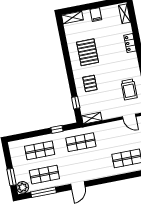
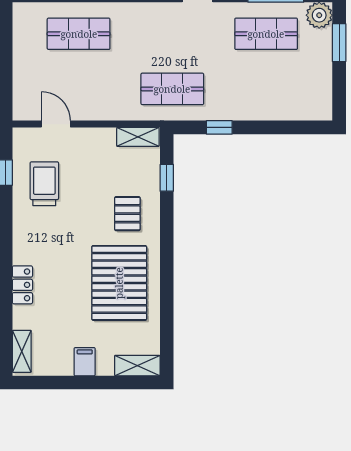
pallet: (88, 52) -> (119, 283), width x1.37, depth x1.41
shop shelf: (40, 150) -> (266, 89), removed

